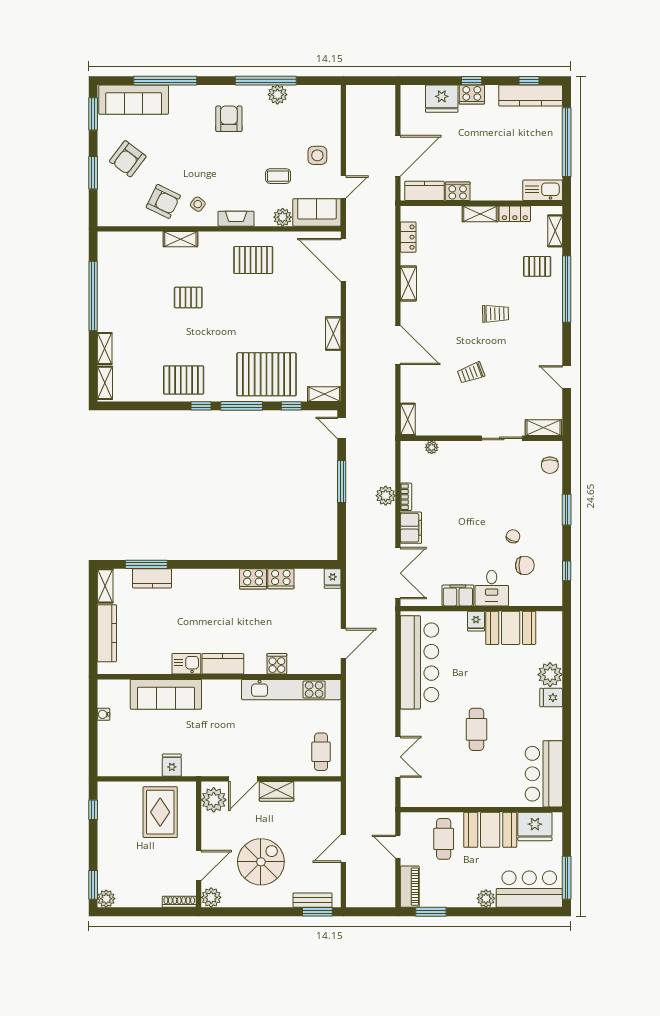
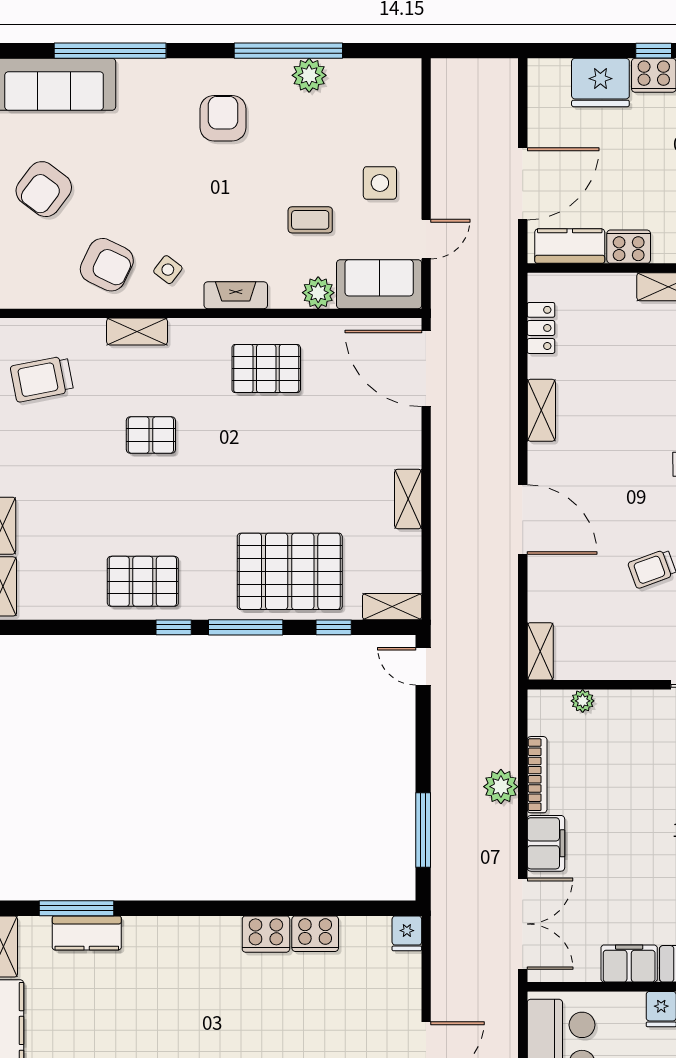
trolley: (127, 266) -> (42, 379), added
window: (342, 482) -> (423, 830), moved
bookcase: (406, 497) -> (537, 775), width x1.56

